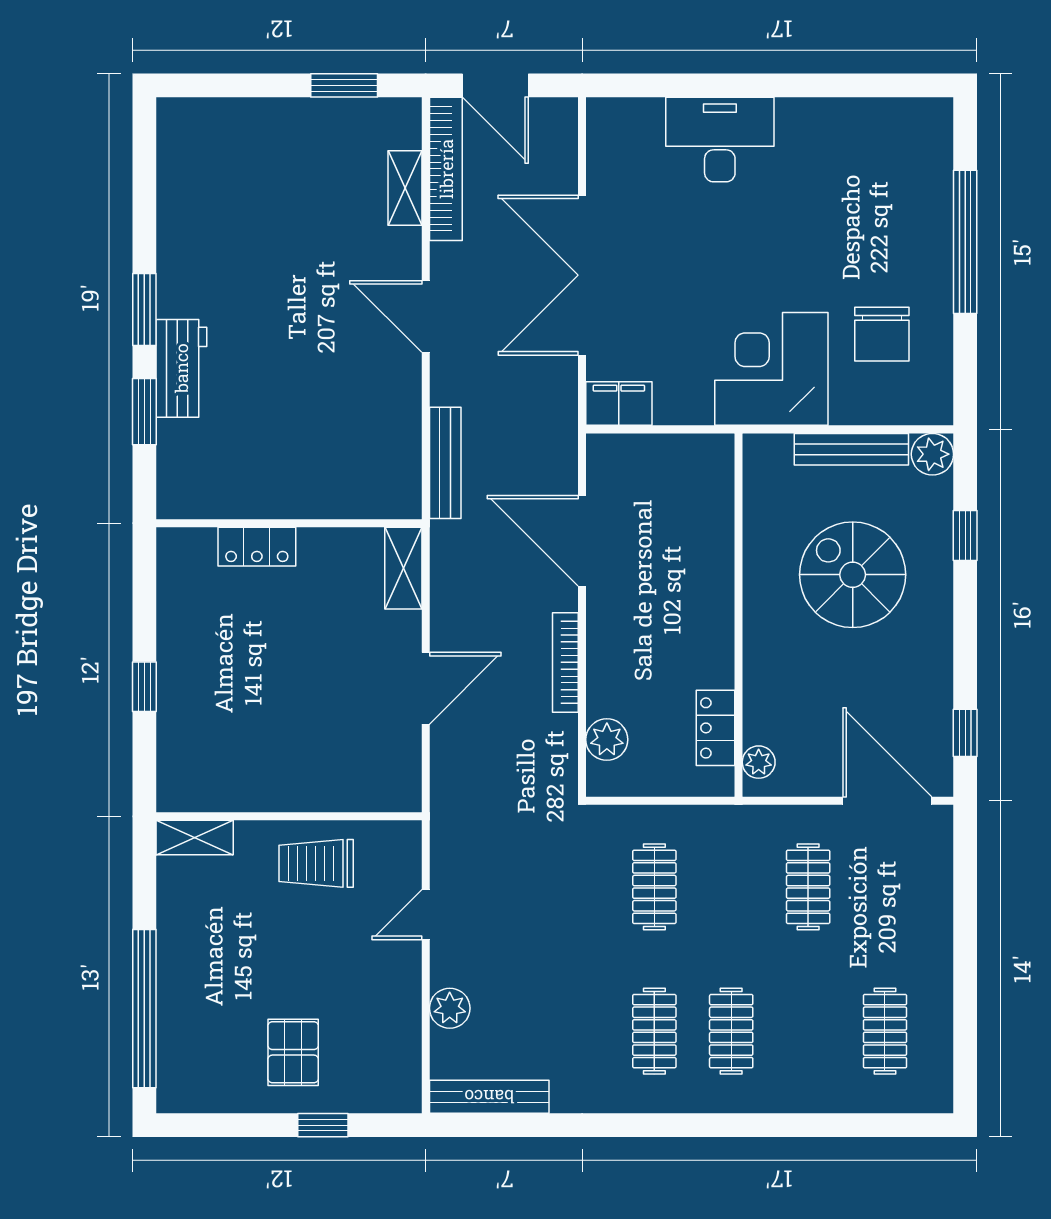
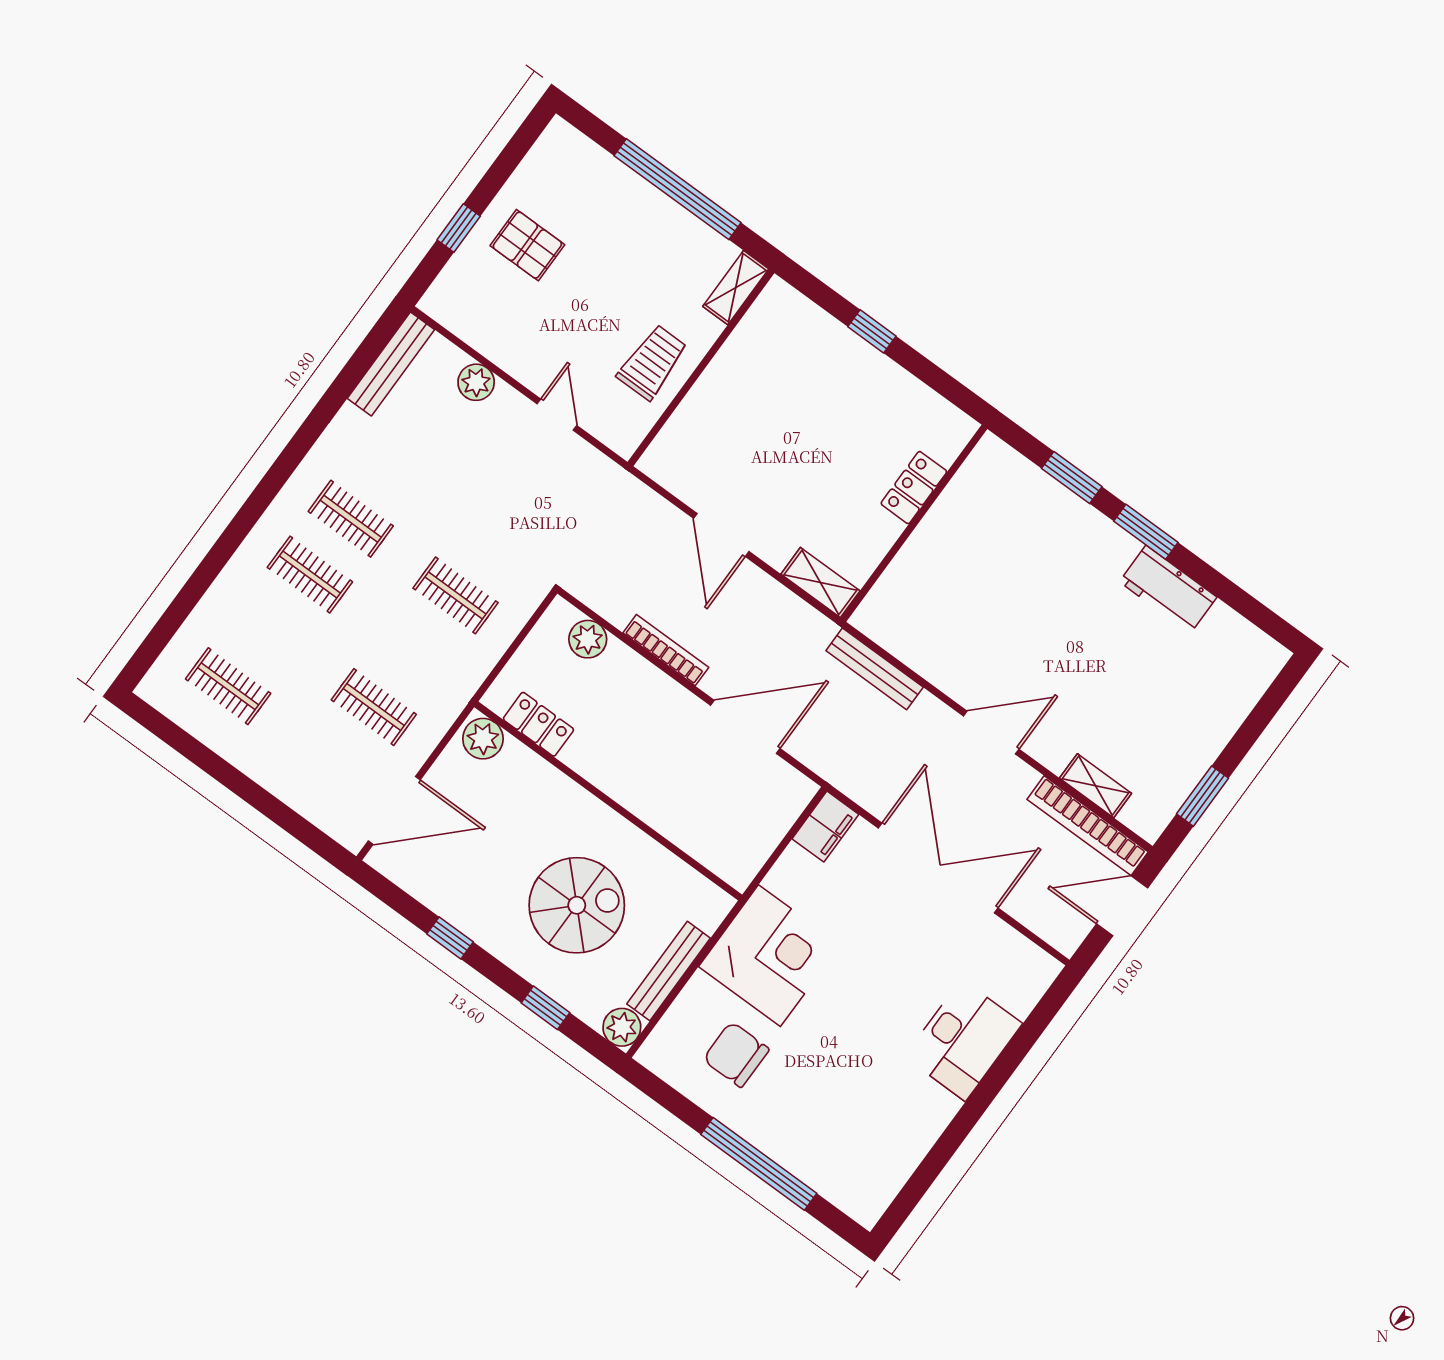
workbench: (181, 368) -> (1168, 589), moved
window: (965, 733) -> (450, 938), moved
plant: (759, 762) -> (483, 739), width x1.38, depth x1.38
window: (144, 1009) -> (678, 189), moved

